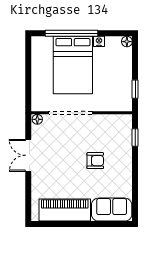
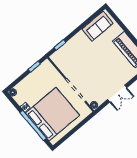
bed: (73, 65) -> (52, 114), width x1.36
armchair: (95, 161) -> (90, 56), removed
sofa: (112, 210) -> (97, 26), moved, turned -90

